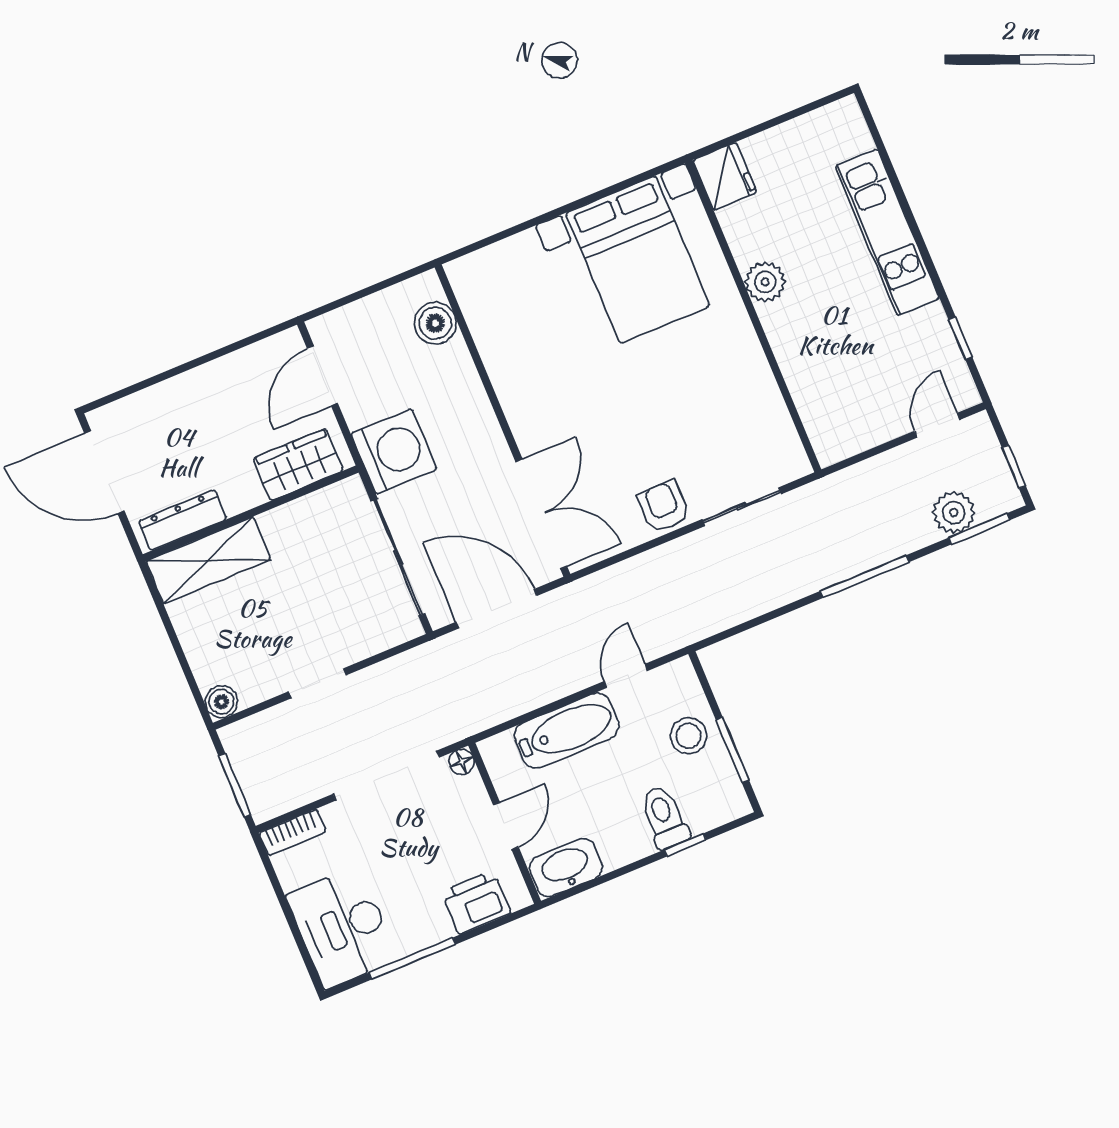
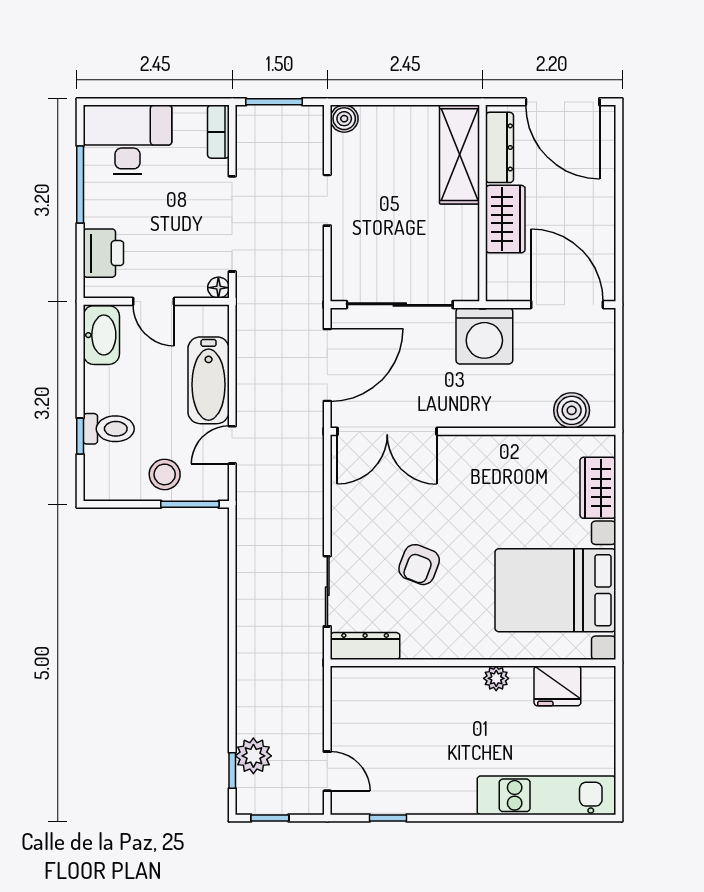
fridge: (725, 176) -> (557, 686), moved
kitchen unit: (887, 232) -> (546, 795), moved
wardrobe: (507, 260) -> (598, 488), added
plant: (765, 282) -> (496, 678), width x0.73, depth x0.73
door: (323, 376) -> (567, 305), width x1.36
dresser: (784, 441) -> (365, 646), added
wardrobe: (298, 465) -> (505, 219), moved
door: (104, 472) -> (563, 102), swing flipped
armchair: (664, 506) -> (419, 565), moved, turned 111
window: (979, 529) -> (232, 771), width x0.67
window: (865, 576) -> (232, 665), removed
door: (626, 676) -> (232, 445), swing flipped
window: (732, 750) -> (190, 504), moved

